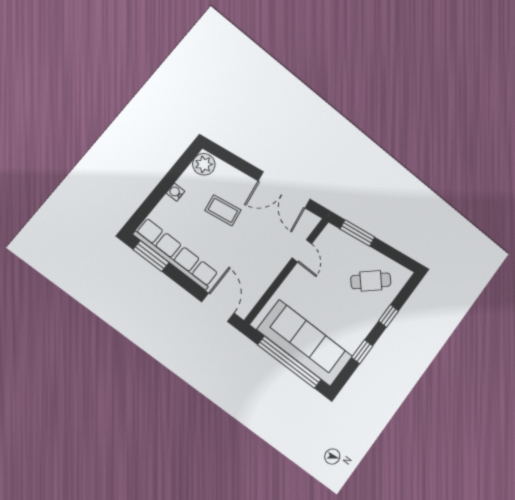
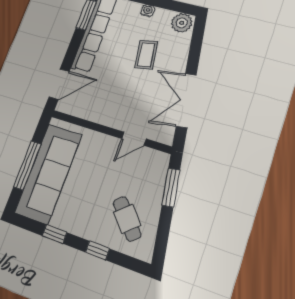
window: (289, 362) -> (27, 165), width x0.68

